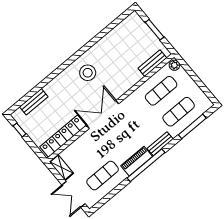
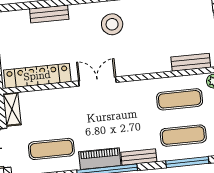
bench: (34, 102) -> (49, 14), moved
double door: (103, 114) -> (97, 82), width x0.73

